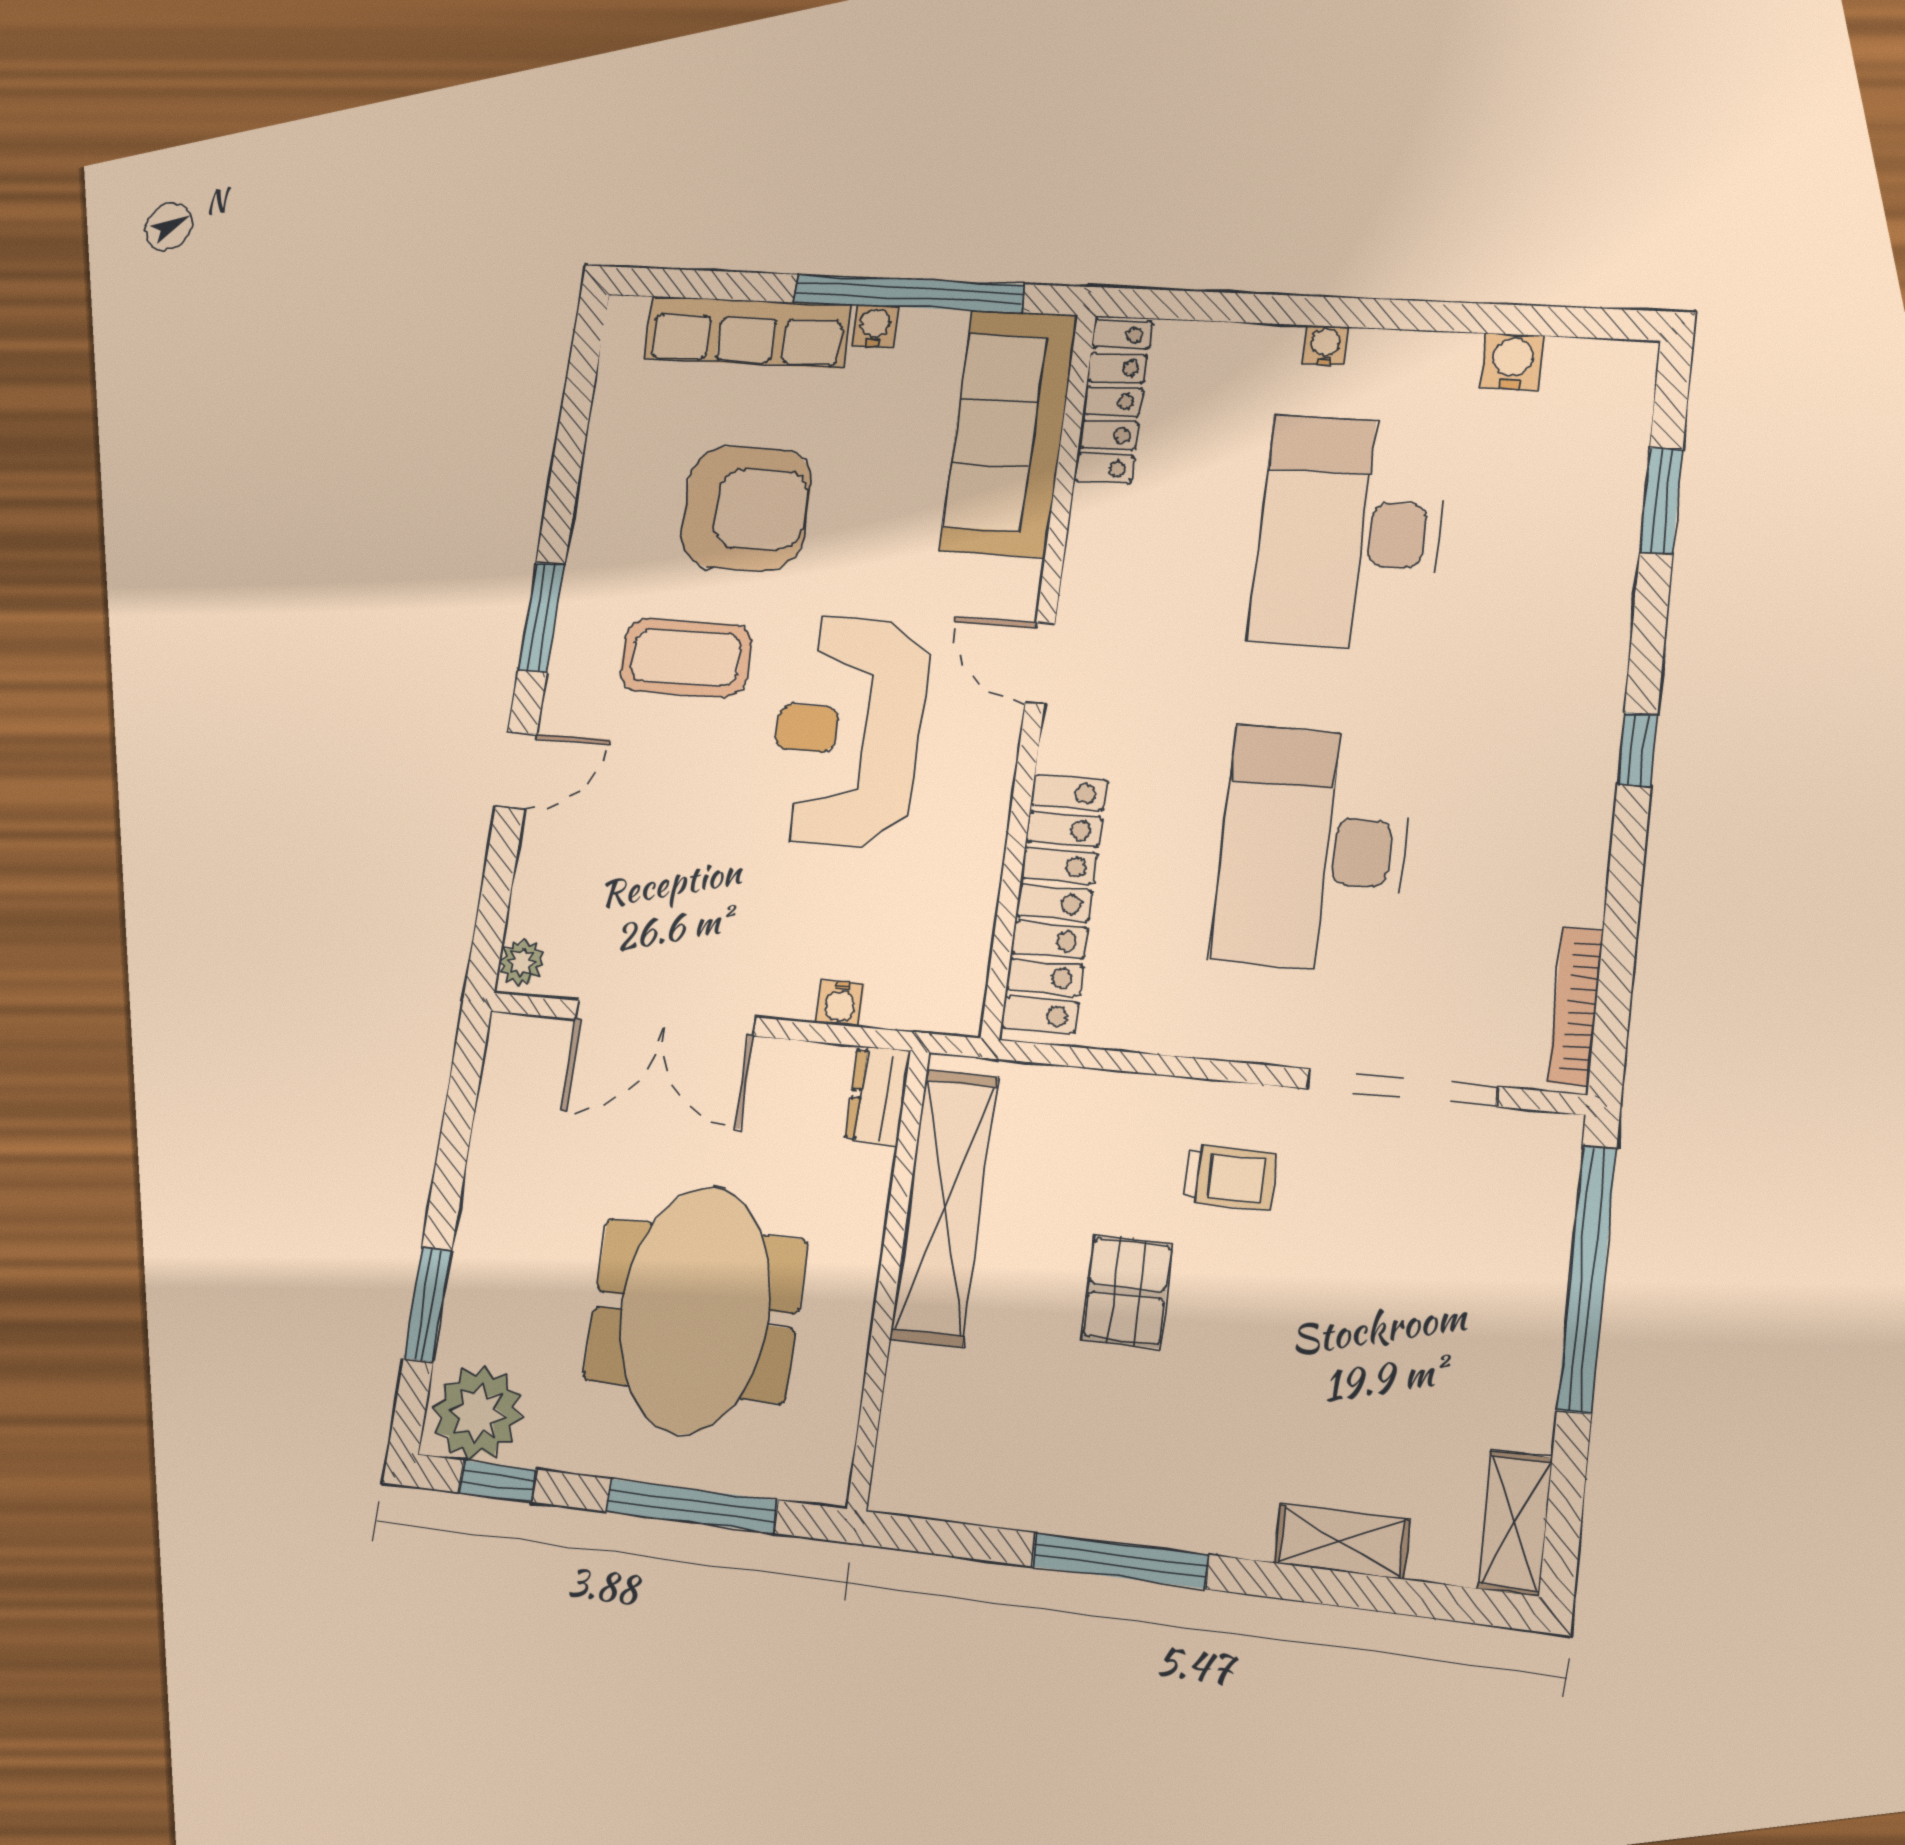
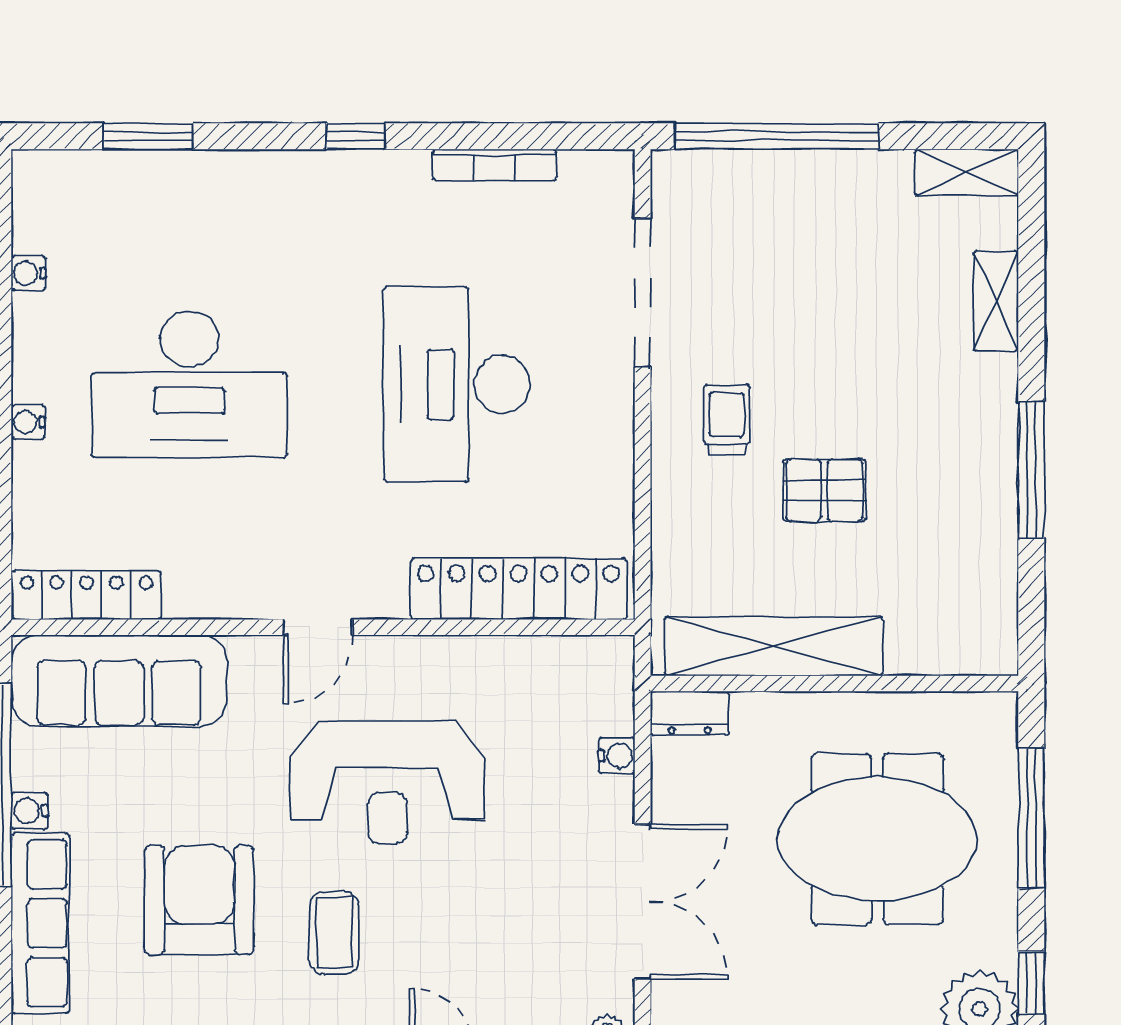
water cooler: (1512, 362) -> (28, 273), width x0.72, depth x0.72
coffee table: (686, 658) -> (334, 933), width x0.73, depth x0.77
desk: (1313, 849) -> (457, 384), turned 90
bookcase: (1576, 1007) -> (495, 165), moved

